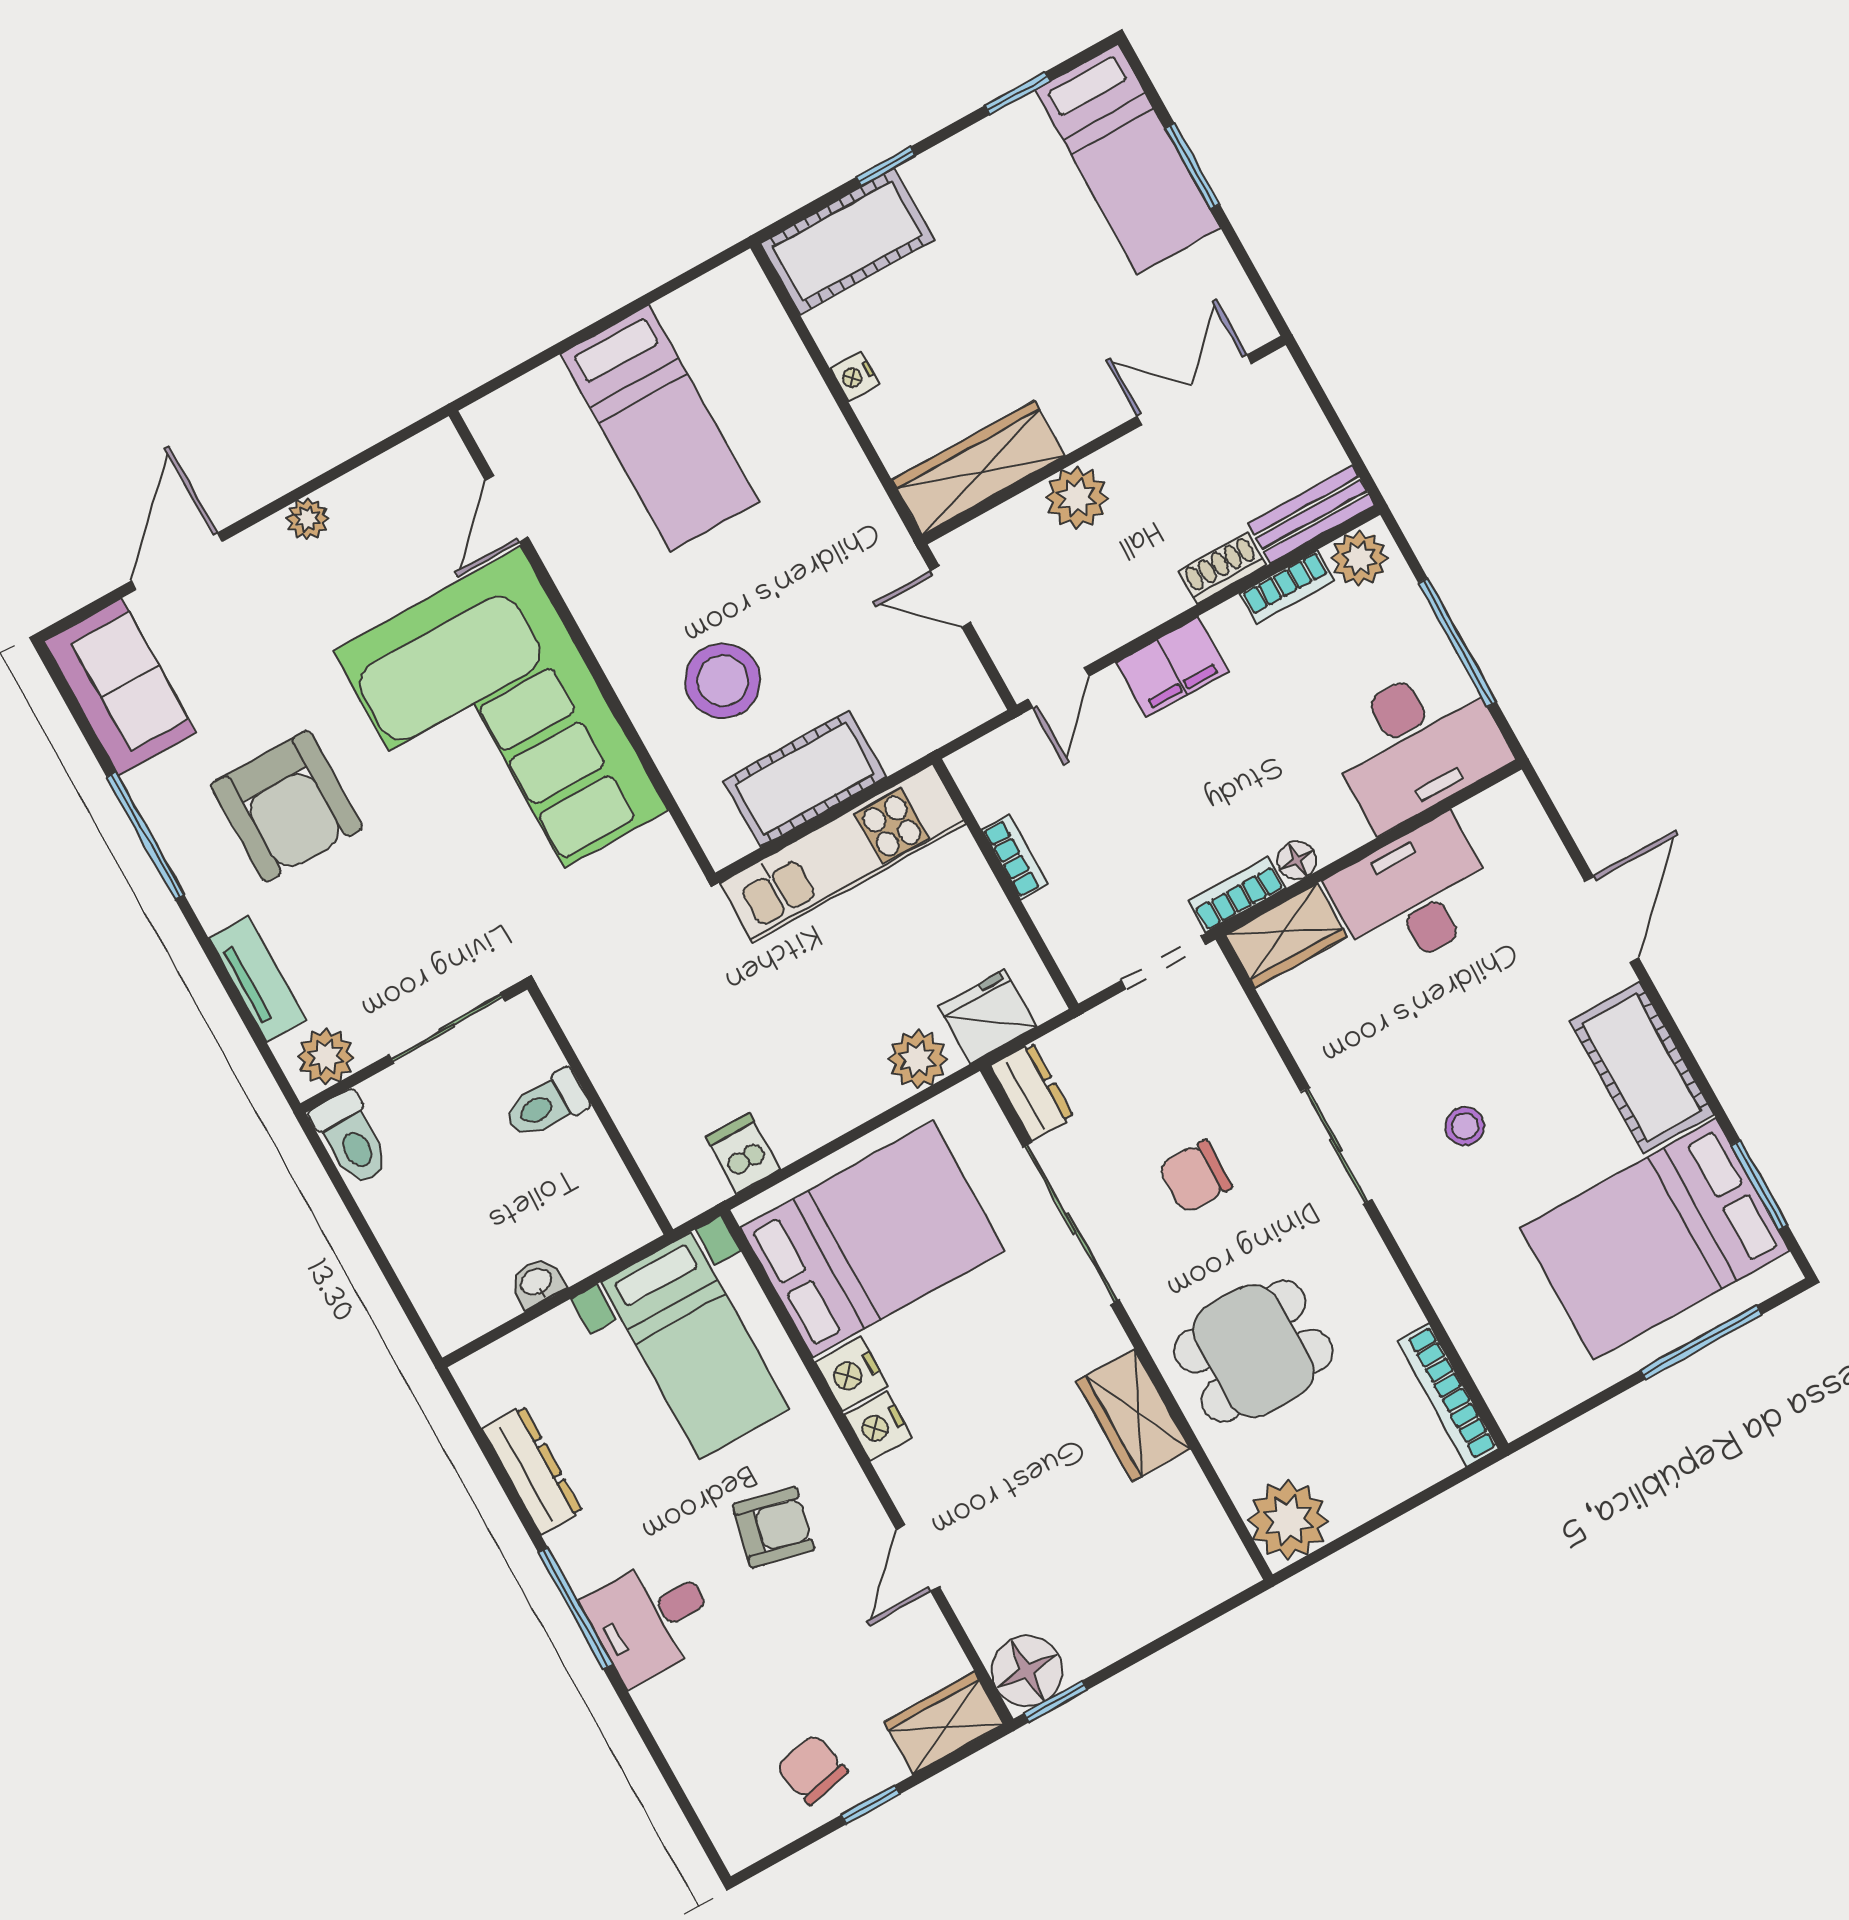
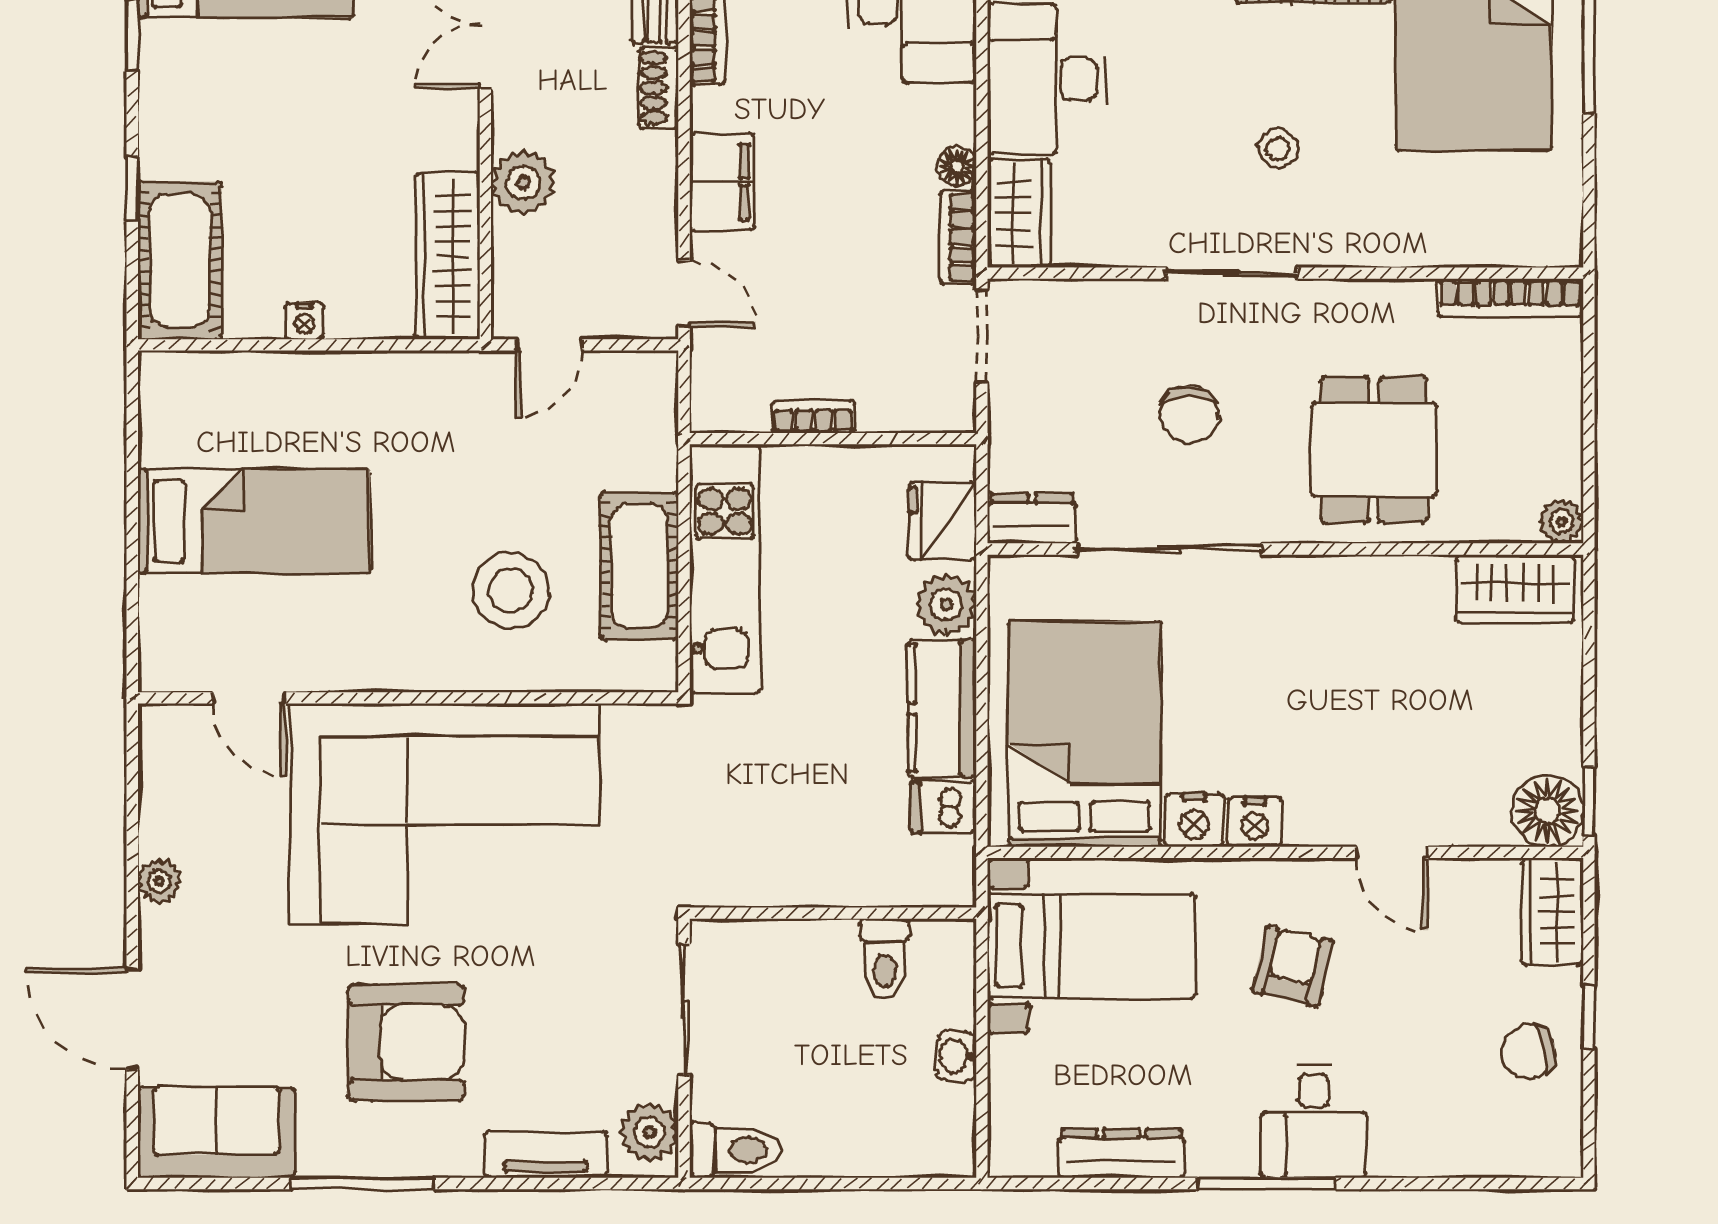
toilet: (546, 1105) -> (885, 959), moved
kitchen counter: (827, 1105) -> (942, 708), added
wardrobe: (1134, 1415) -> (1515, 589), moved
plant: (1288, 1520) -> (1561, 522), width x0.53, depth x0.53

